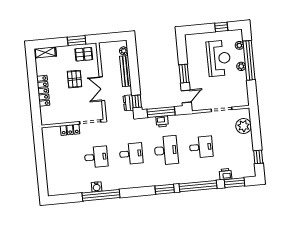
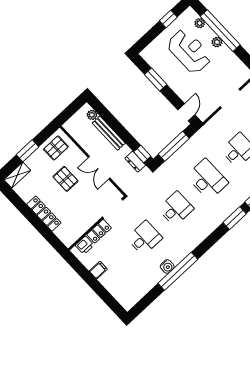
window: (77, 41) -> (27, 151), moved
window: (184, 74) -> (156, 79), moved
printer: (162, 121) -> (85, 245), moved
filing cabinet: (50, 155) -> (98, 270), added

